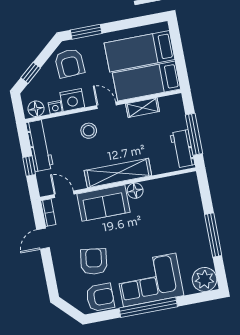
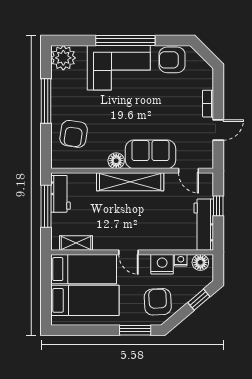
shelving: (143, 108) -> (76, 243), moved
stool: (89, 131) -> (151, 230), removed
bookcase: (48, 213) -> (208, 104), moved
armchair: (94, 262) -> (74, 134), moved

